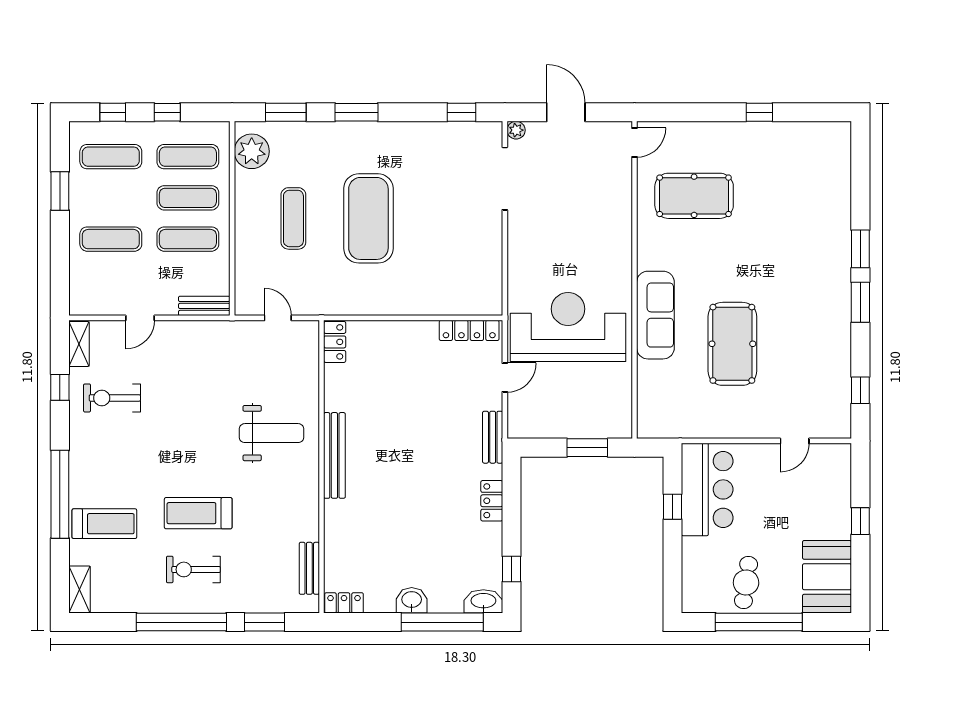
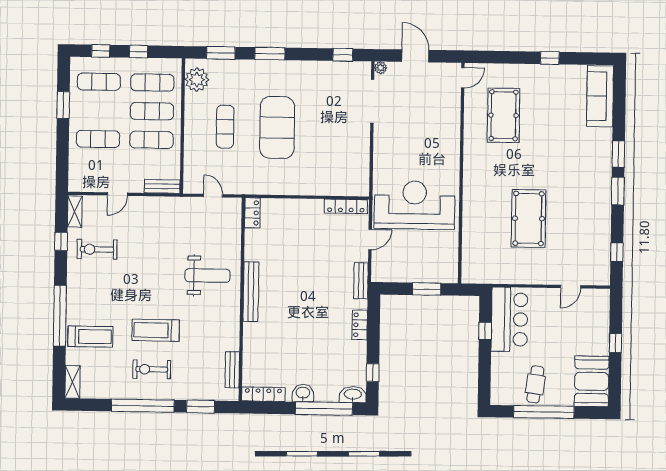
pool table: (694, 196) -> (504, 115), turned 90
sofa: (655, 315) -> (600, 96), moved, turned 180
locker: (344, 603) -> (263, 394), width x1.53

